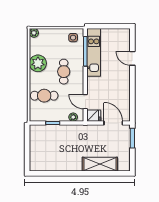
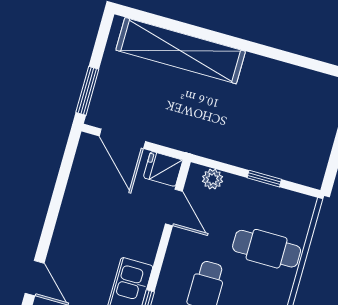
shelving: (100, 164) -> (181, 51), width x1.47

